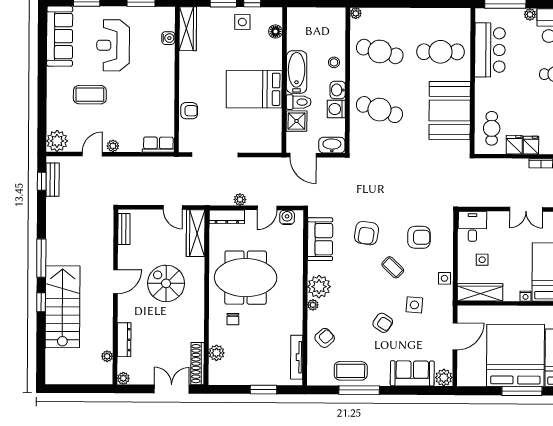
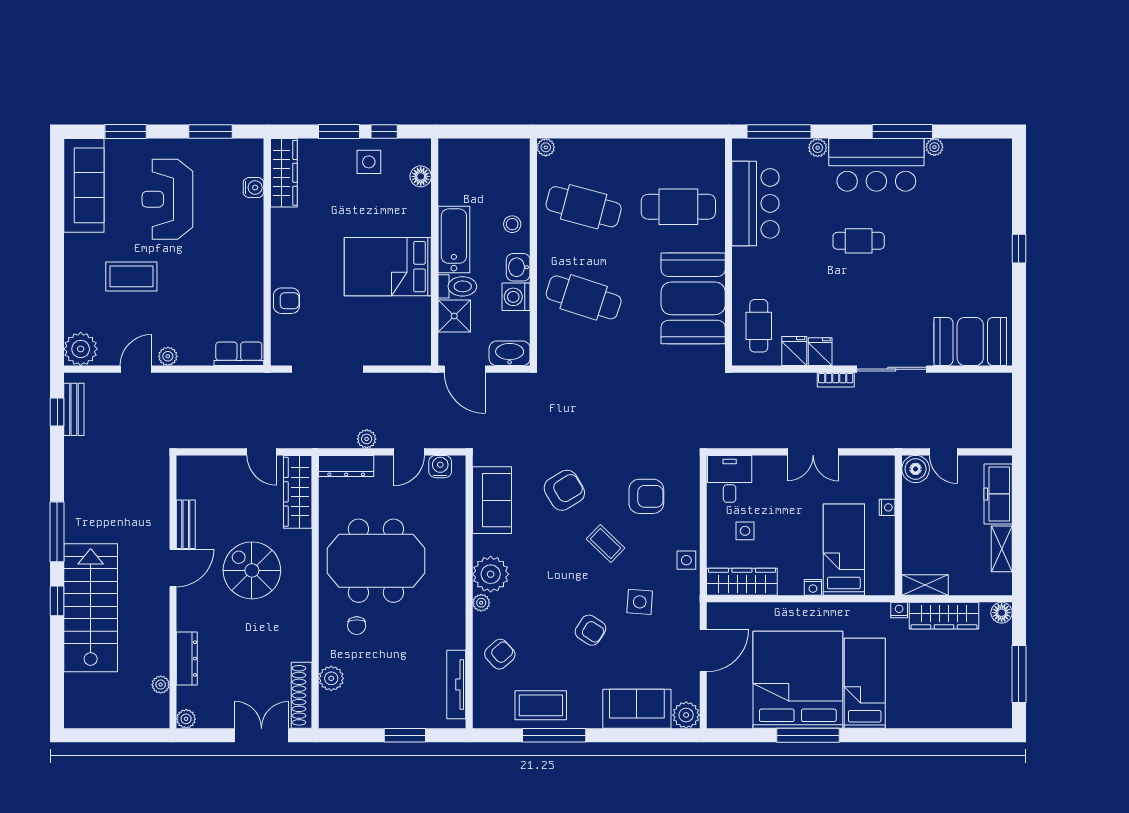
bench: (124, 229) -> (186, 524), moved
armchair: (367, 233) -> (564, 490), turned -130

